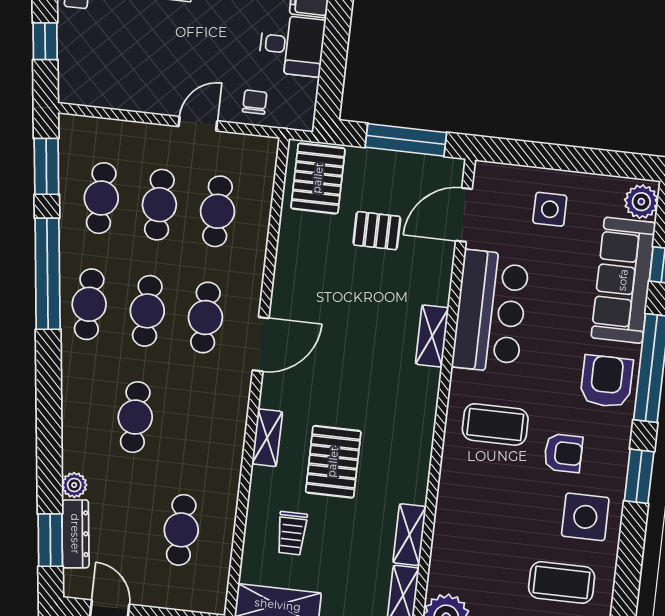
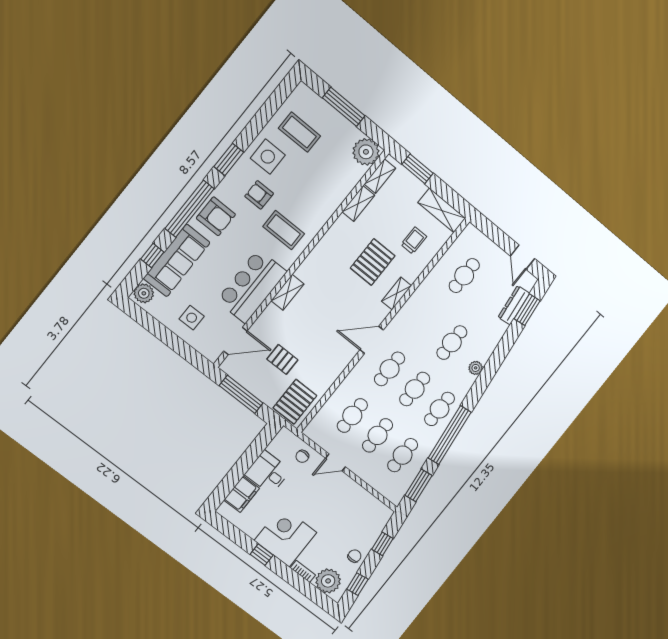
armchair: (607, 381) -> (216, 216), turned -90
plant: (74, 485) -> (476, 368), moved

